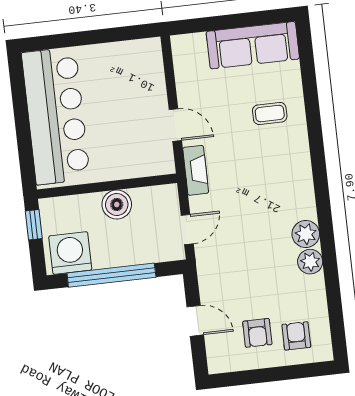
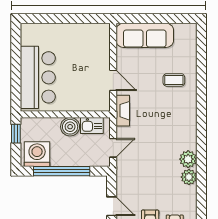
sofa: (253, 45) -> (145, 35), moved
bar counter: (56, 116) -> (38, 77), width x0.73
kitchen sink: (150, 199) -> (92, 125), added

